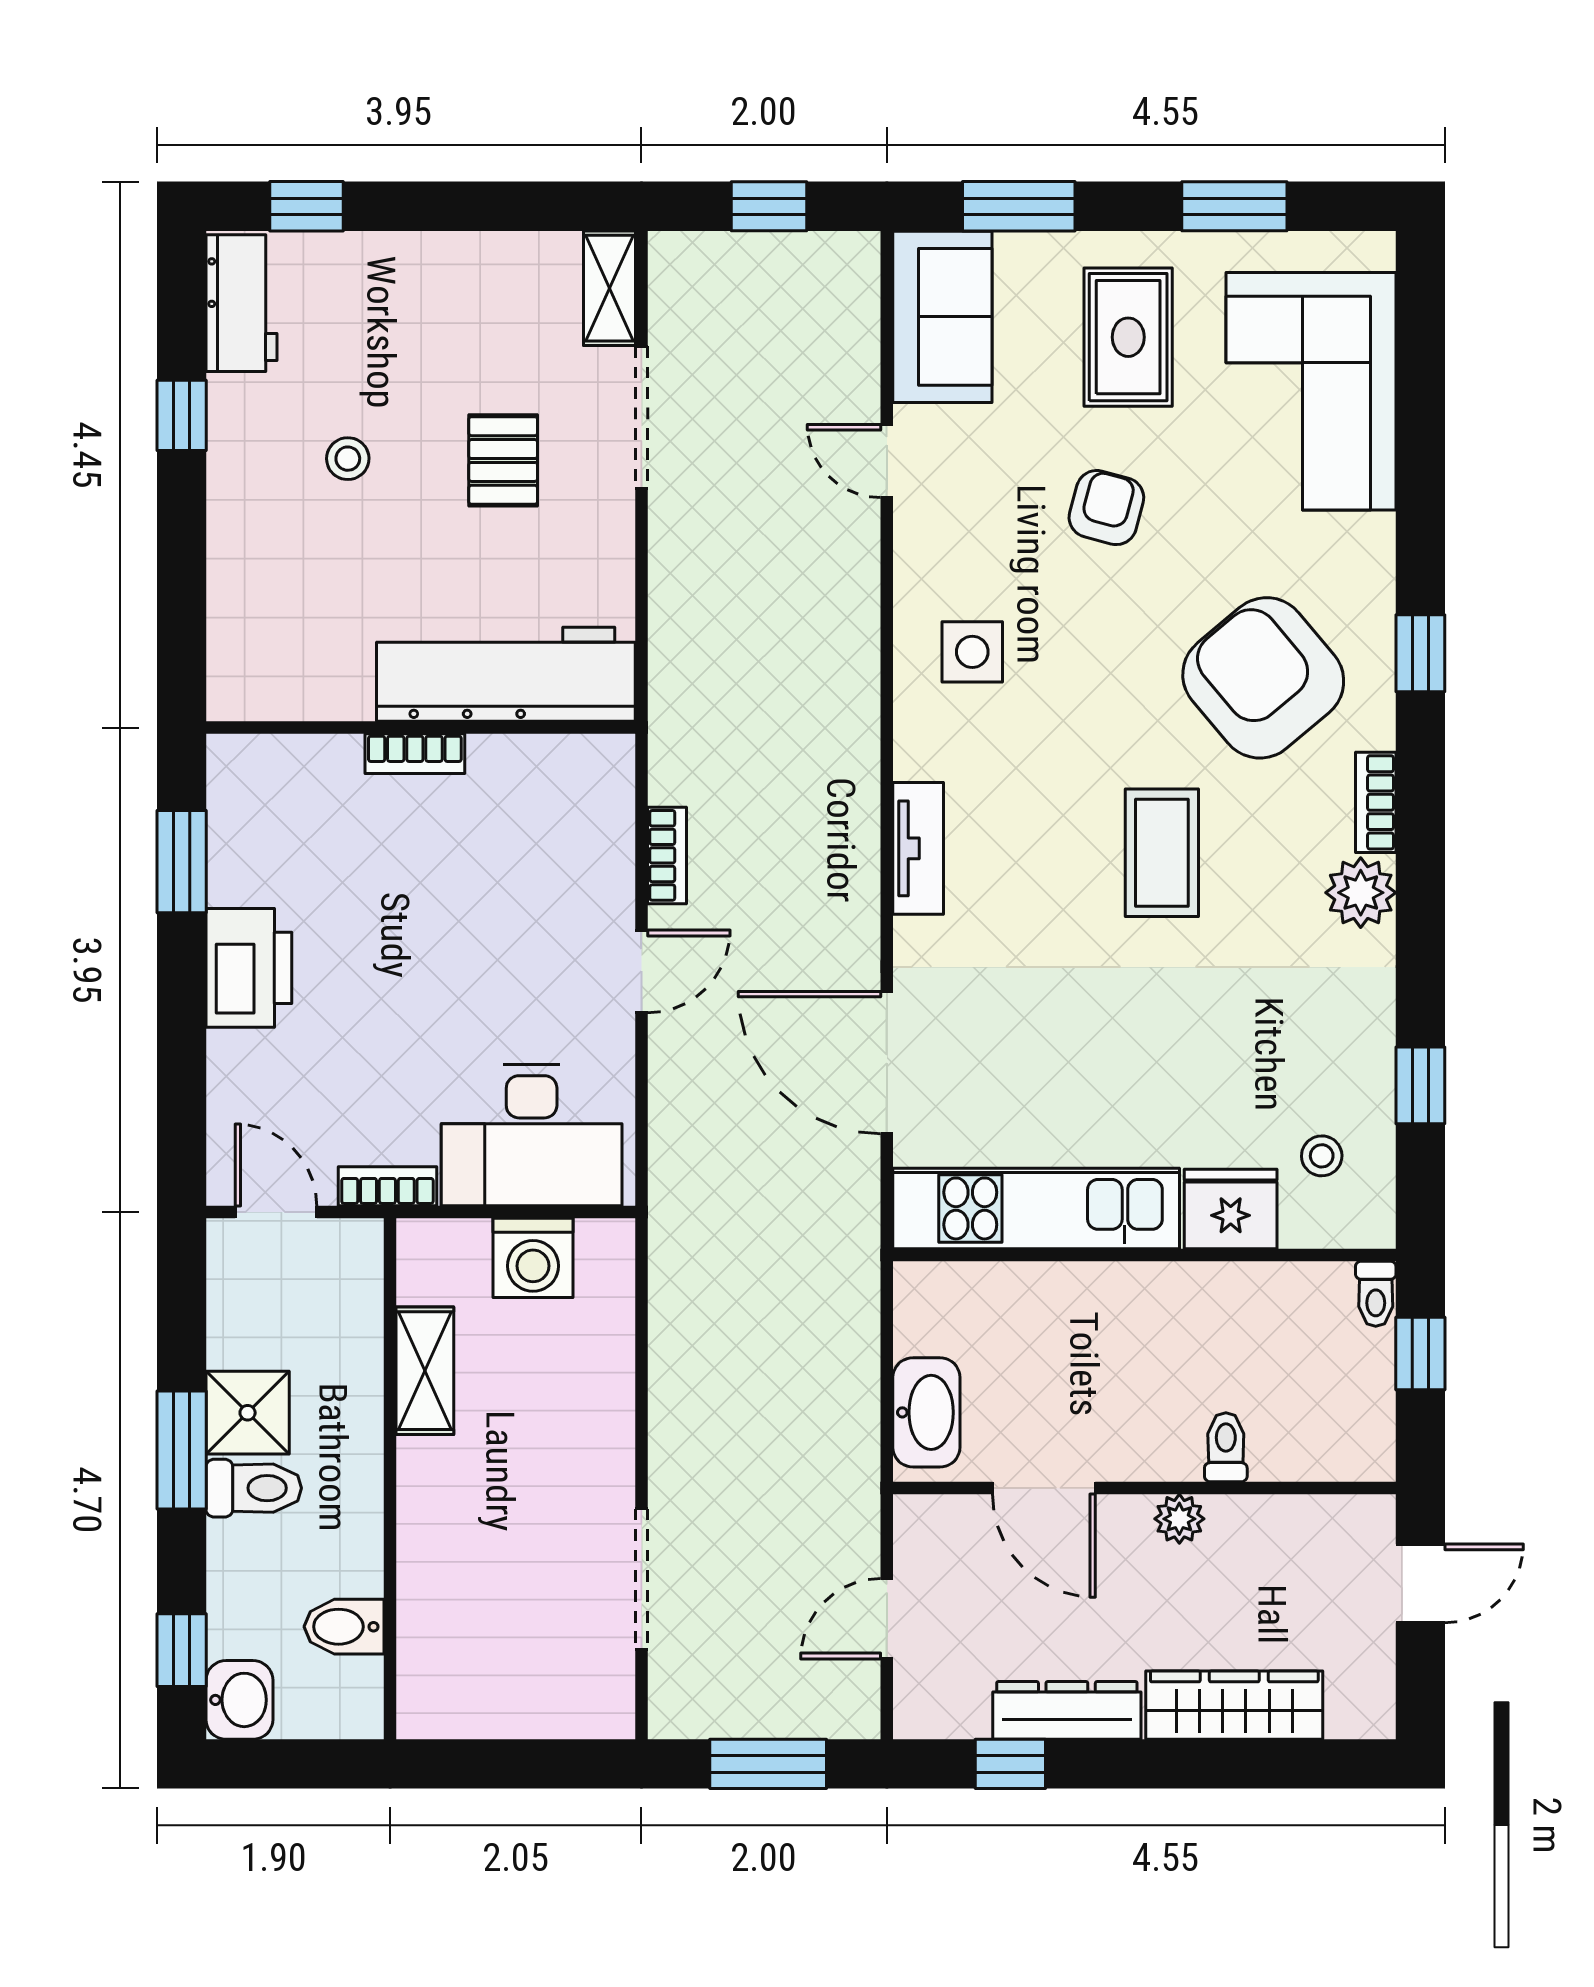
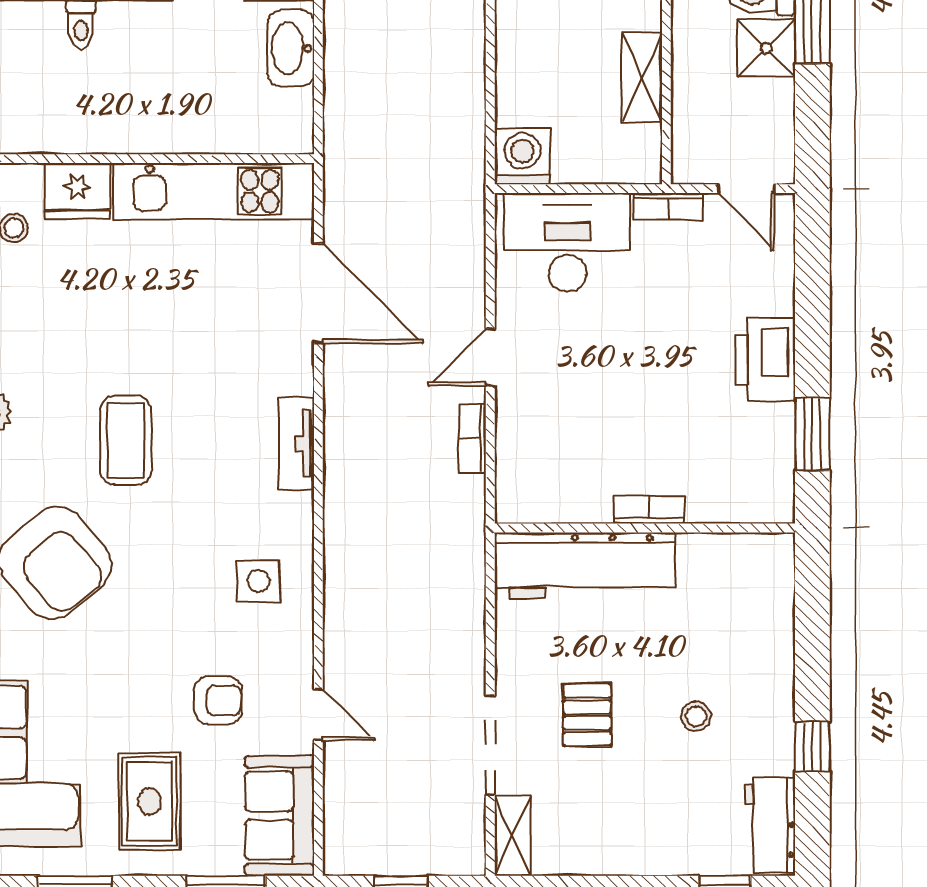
armchair: (1106, 508) -> (218, 700), moved, turned -105
washing machine: (533, 1258) -> (522, 156), moved

